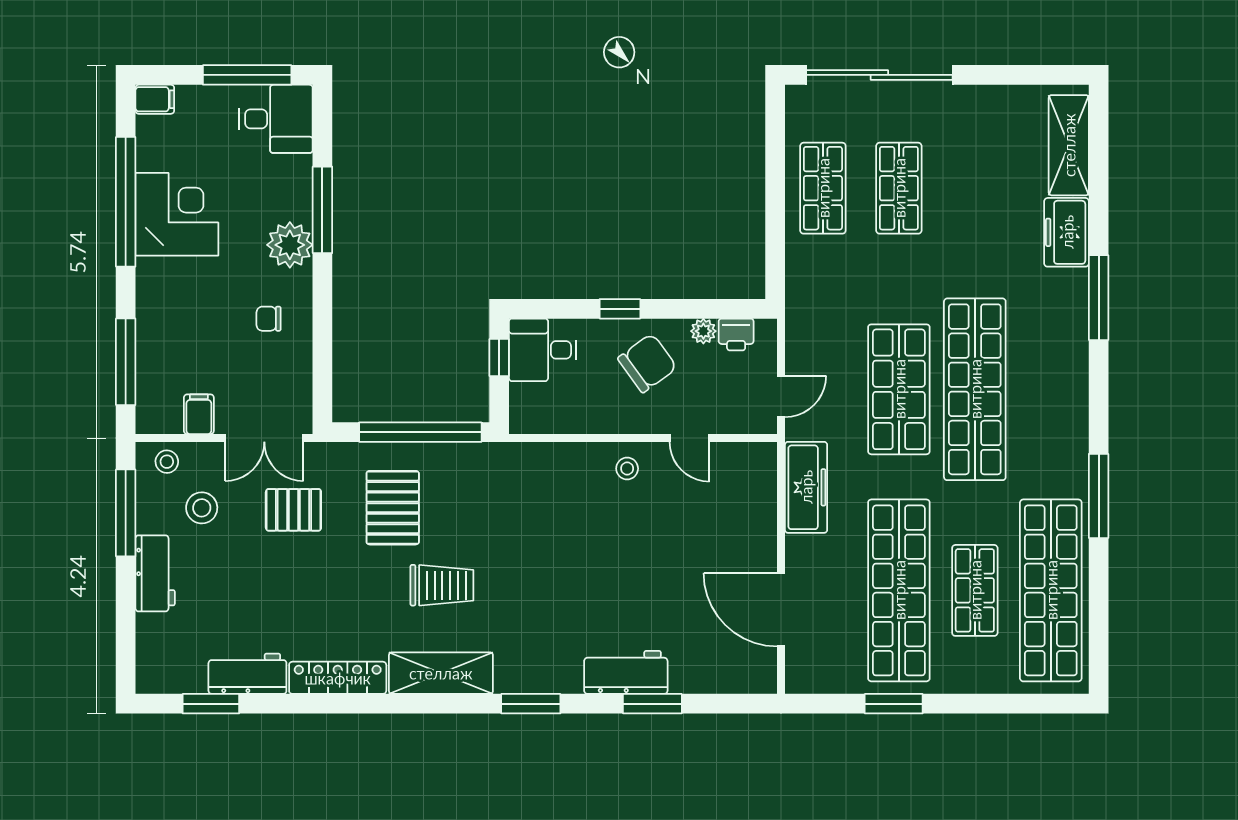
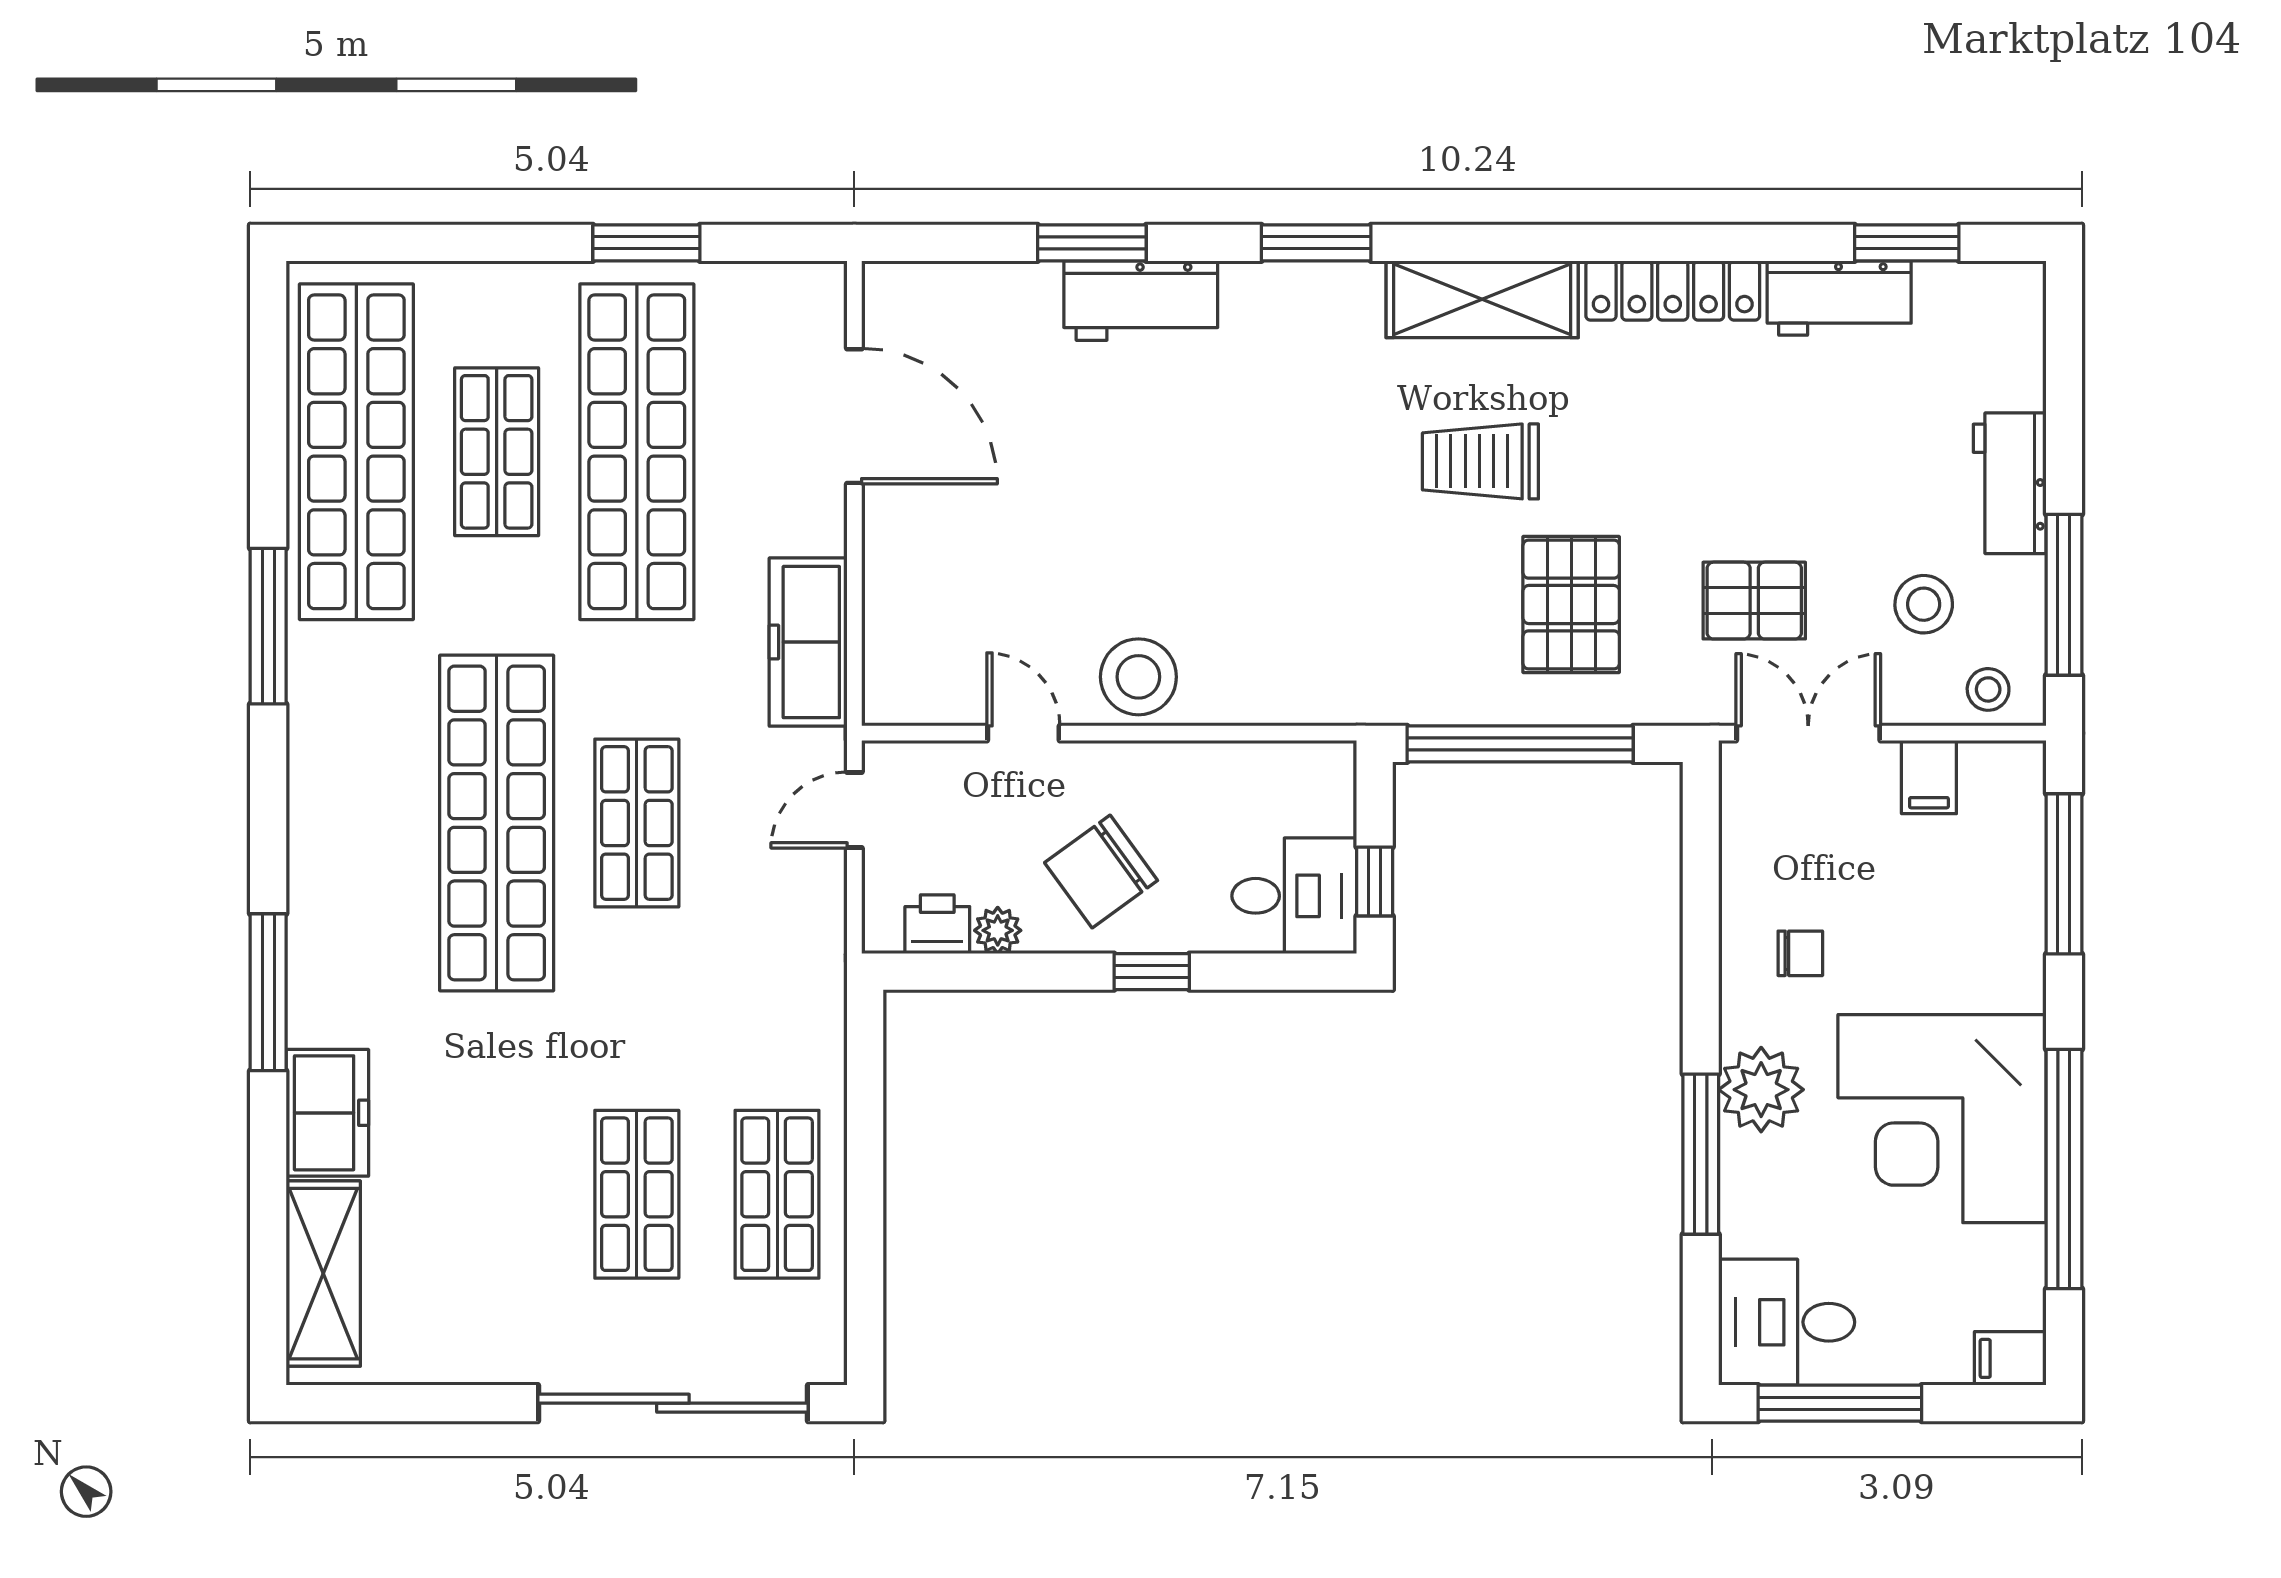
corner desk: (177, 214) -> (1942, 1119), width x1.36, depth x1.36
shop shelf: (899, 389) -> (637, 823), width x0.70, depth x0.74
stool: (627, 469) -> (1138, 677), width x1.89, depth x1.89

